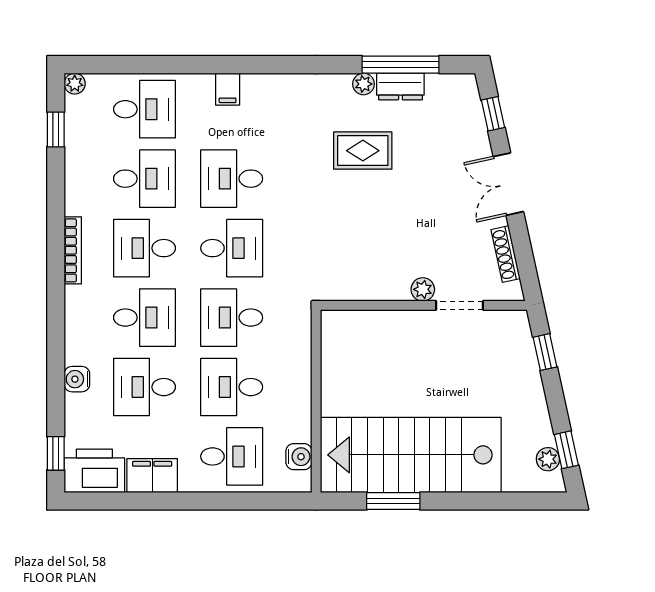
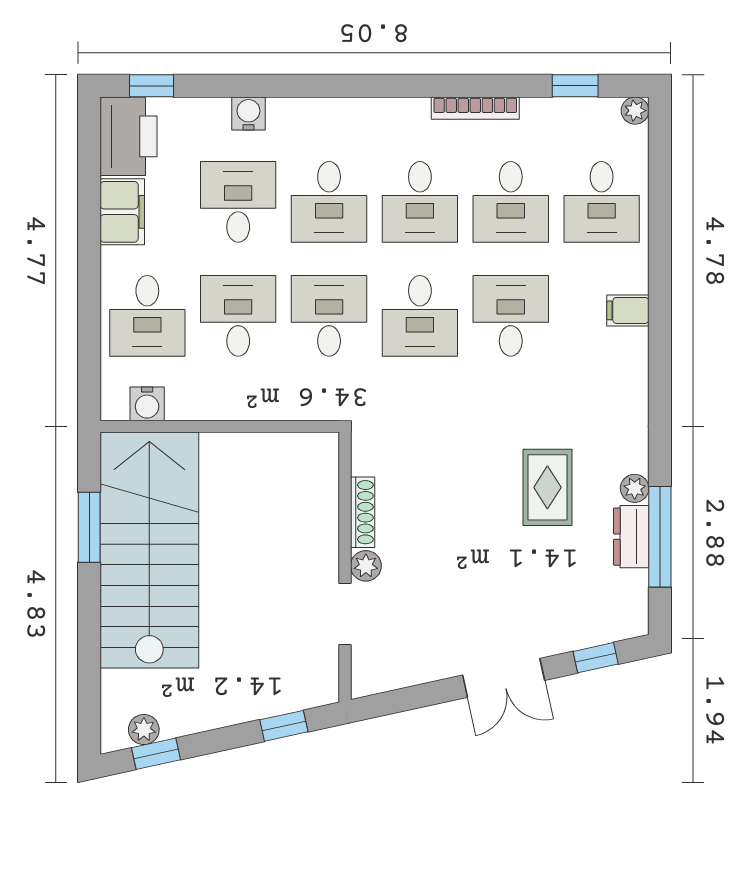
double door: (508, 184) -> (504, 678), swing flipped
desk: (145, 248) -> (420, 202), turned 180
bookcase: (73, 250) -> (475, 108), moved
shoe rack: (506, 254) -> (363, 512), moved, turned 102

